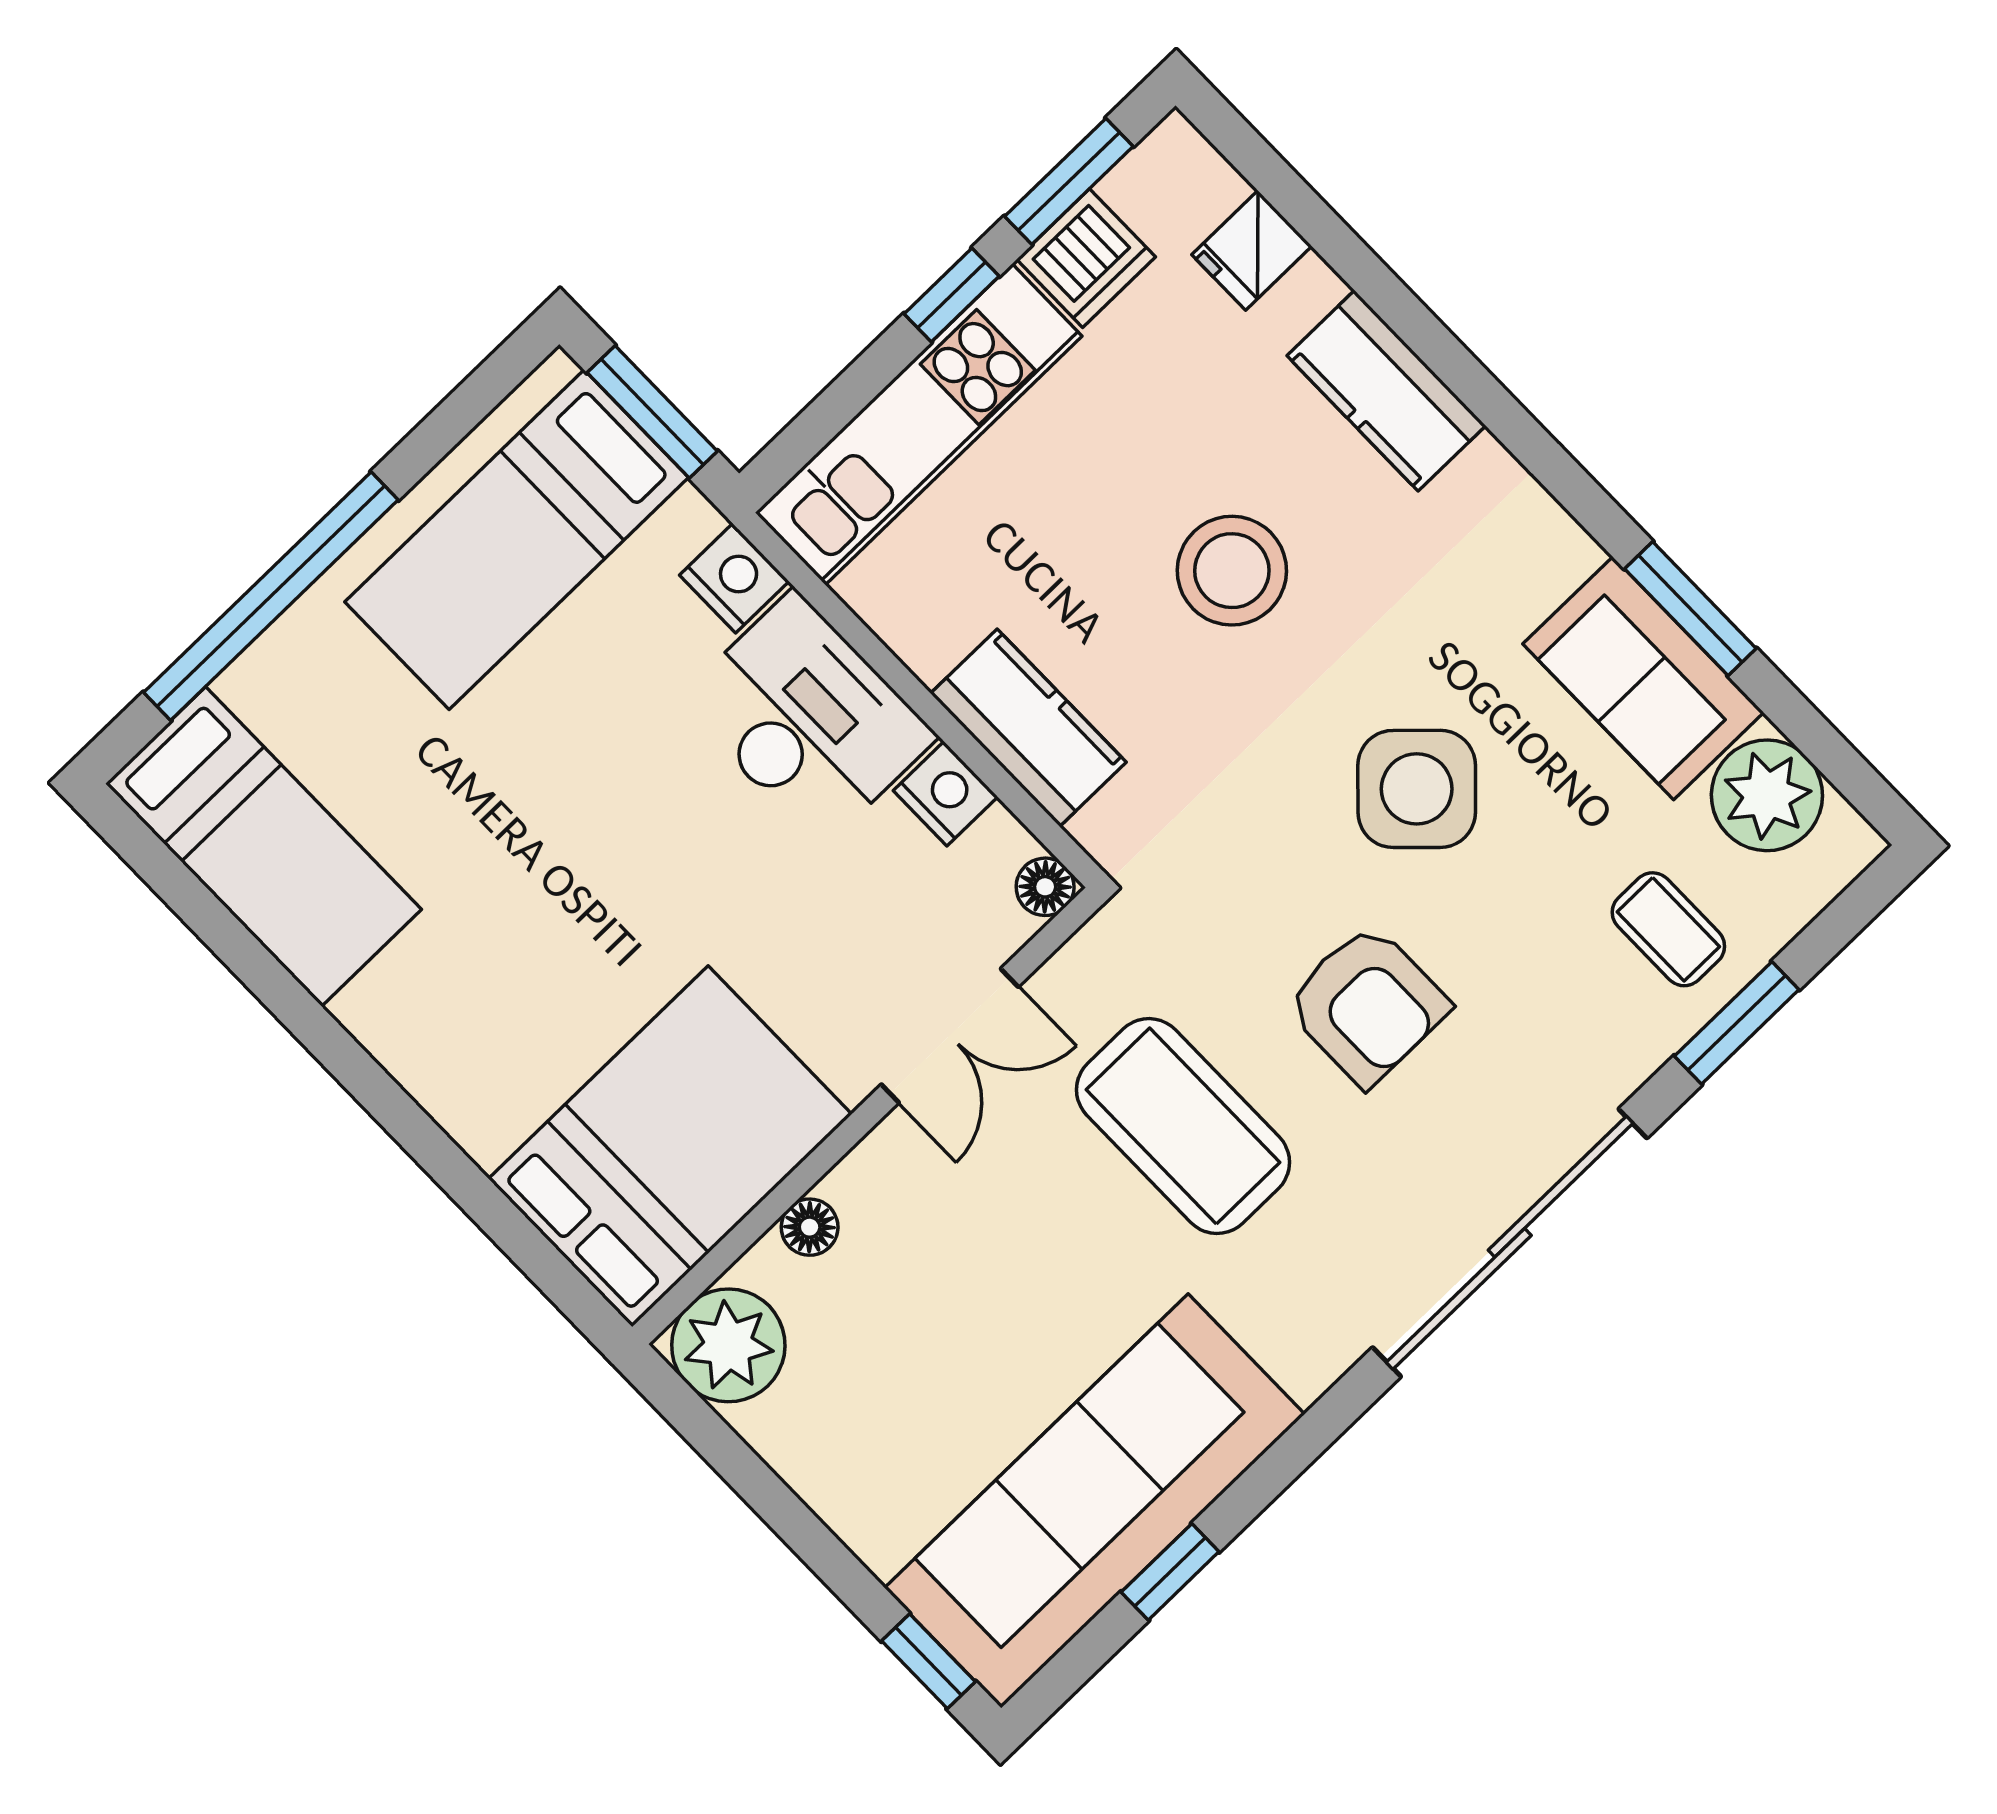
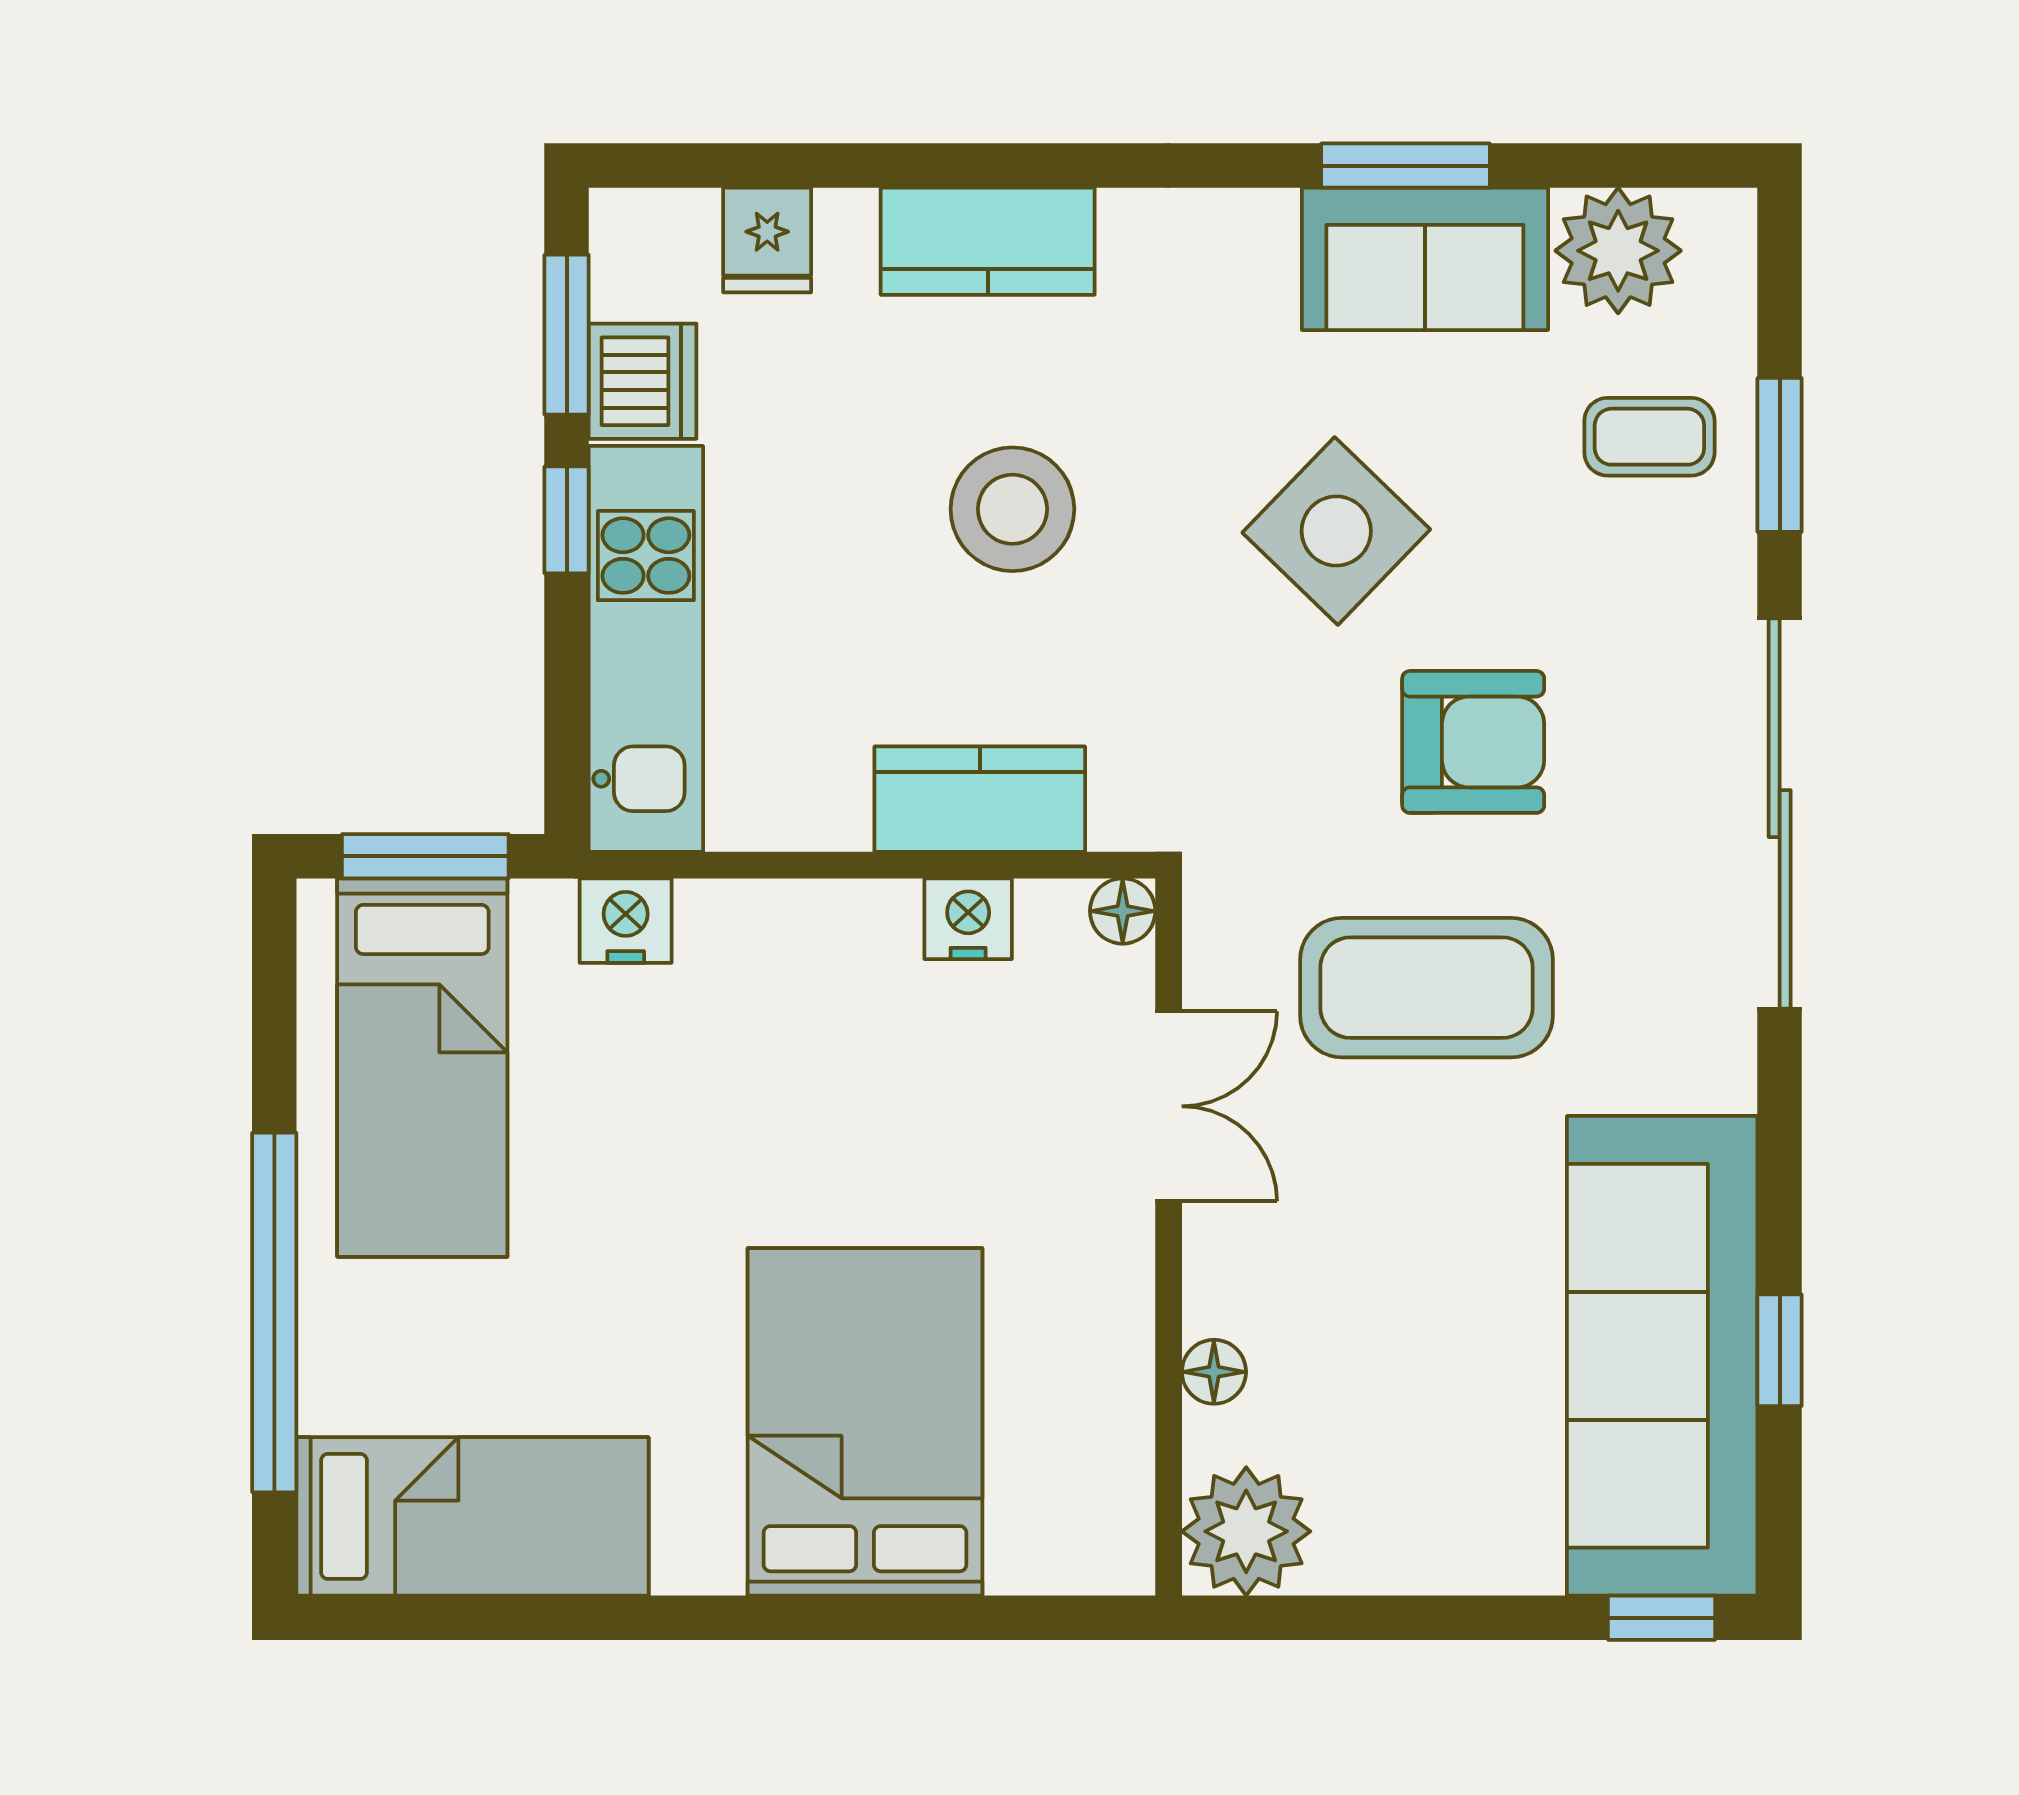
desk: (807, 719) -> (798, 972), removed
bed: (670, 1146) -> (865, 1422), moved

